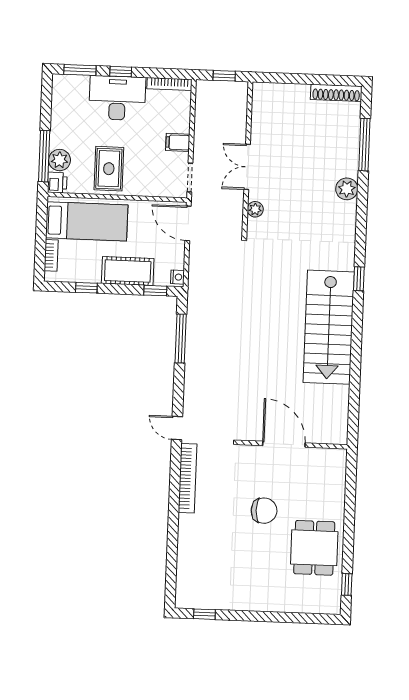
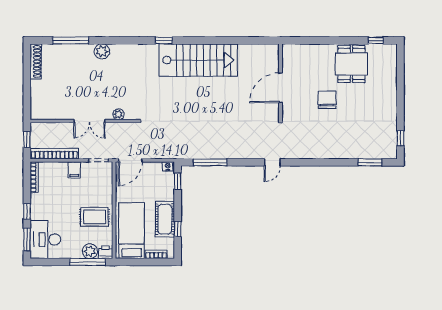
desk: (117, 98) -> (45, 239), moved
cot: (128, 271) -> (165, 219), moved
bookcase: (188, 478) -> (54, 154), moved
dining table: (314, 548) -> (351, 64), turned 90
window: (171, 569) -> (370, 162), added

